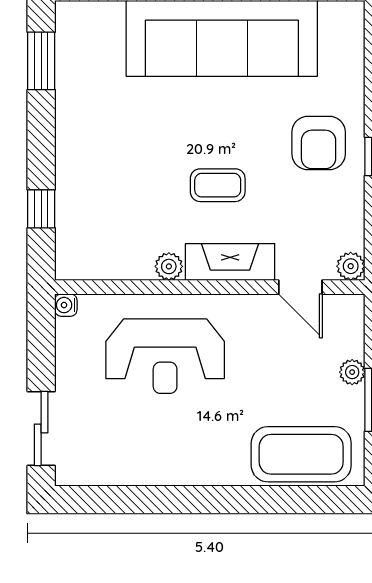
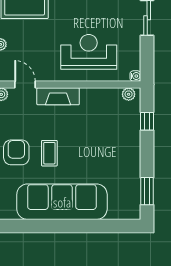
coffee table: (218, 185) -> (49, 153), moved, turned 90
plant: (169, 266) -> (129, 94), moved

